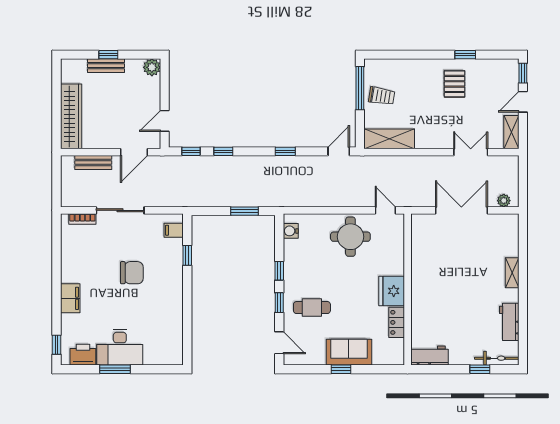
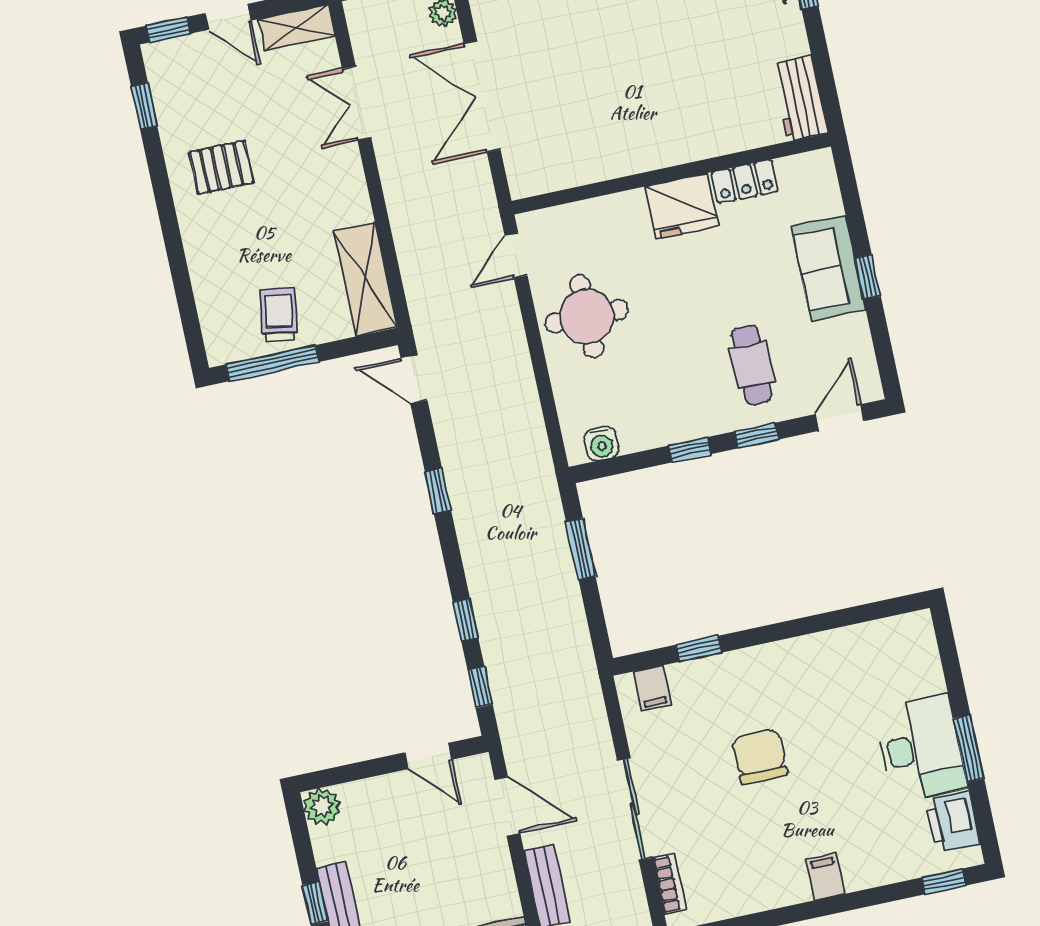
window: (465, 55) -> (144, 106), moved
filing cabinet: (70, 298) -> (825, 877), width x0.50

